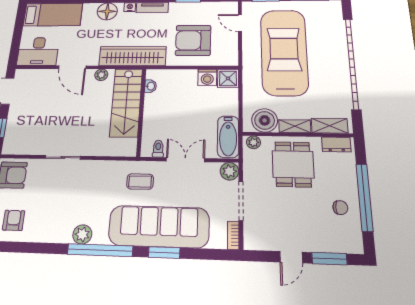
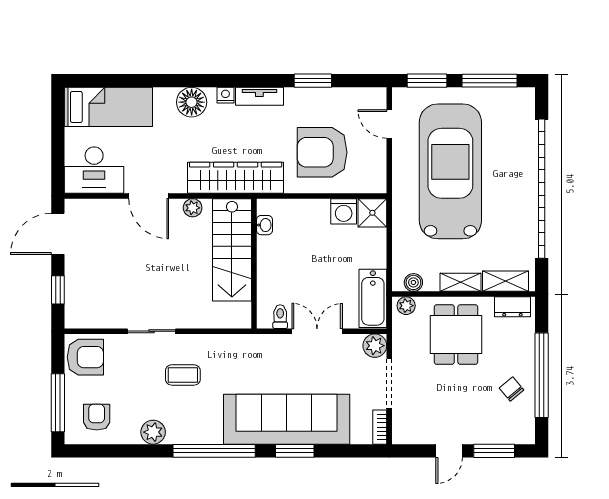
boiler: (265, 120) -> (413, 282), width x0.54, depth x0.54
coffee table: (140, 182) -> (183, 375), moved
chair: (340, 208) -> (511, 389), turned -130
plant: (82, 234) -> (153, 432), moved

